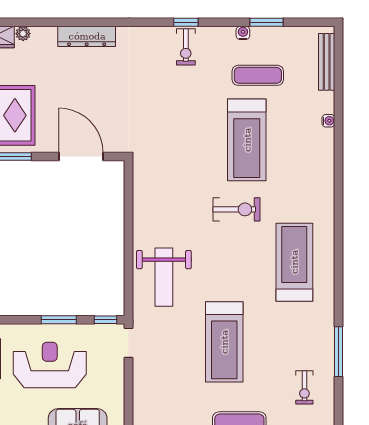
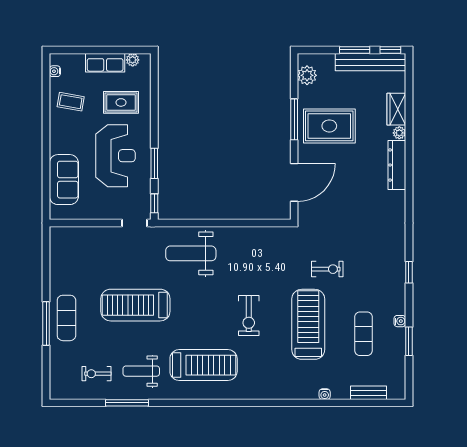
dresser: (87, 36) -> (397, 165), moved
exercise bike: (186, 47) -> (327, 269), moved, turned 180
bench: (327, 62) -> (369, 393), width x0.73
treadmill: (247, 140) -> (308, 324), turned 90
weight bench: (301, 335) -> (141, 371), added

